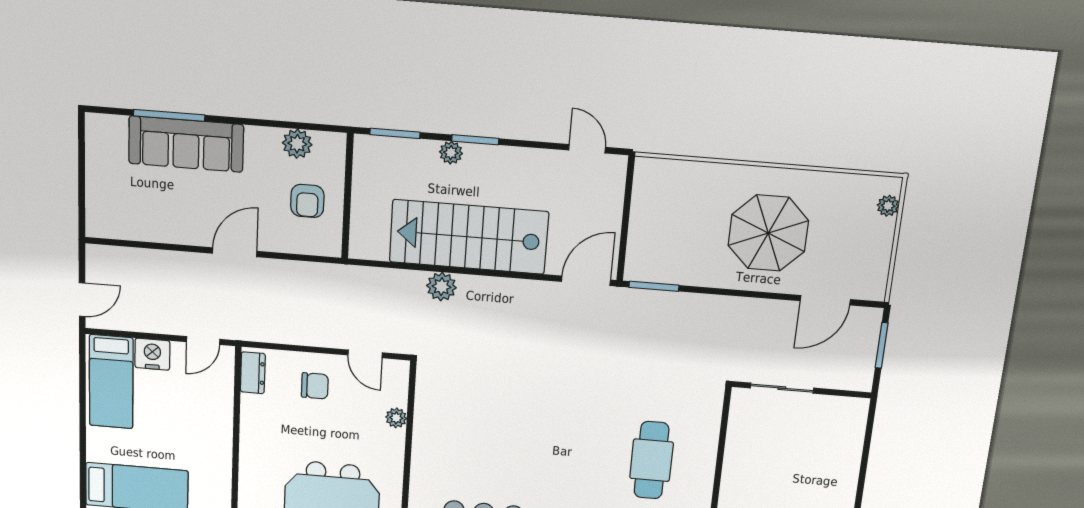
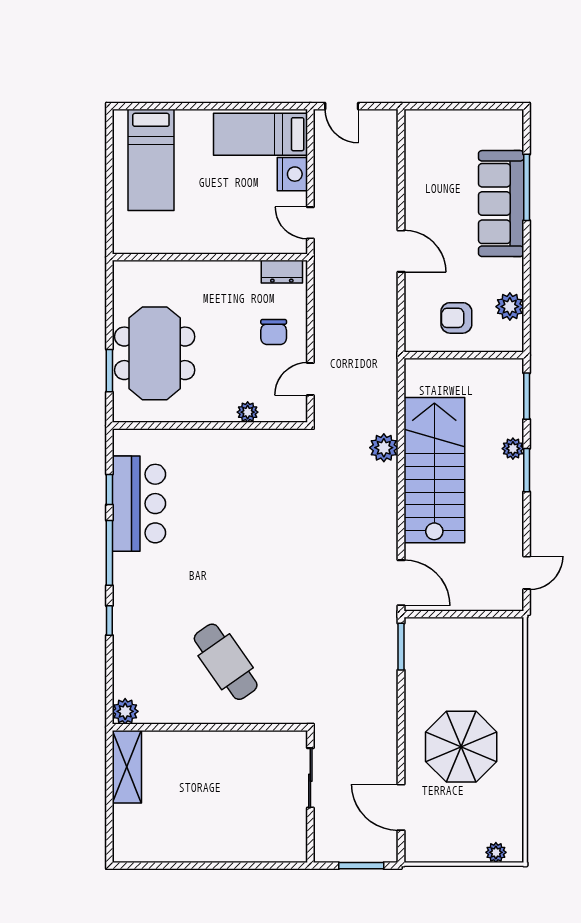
cafe table: (651, 460) -> (226, 662), turned 55

